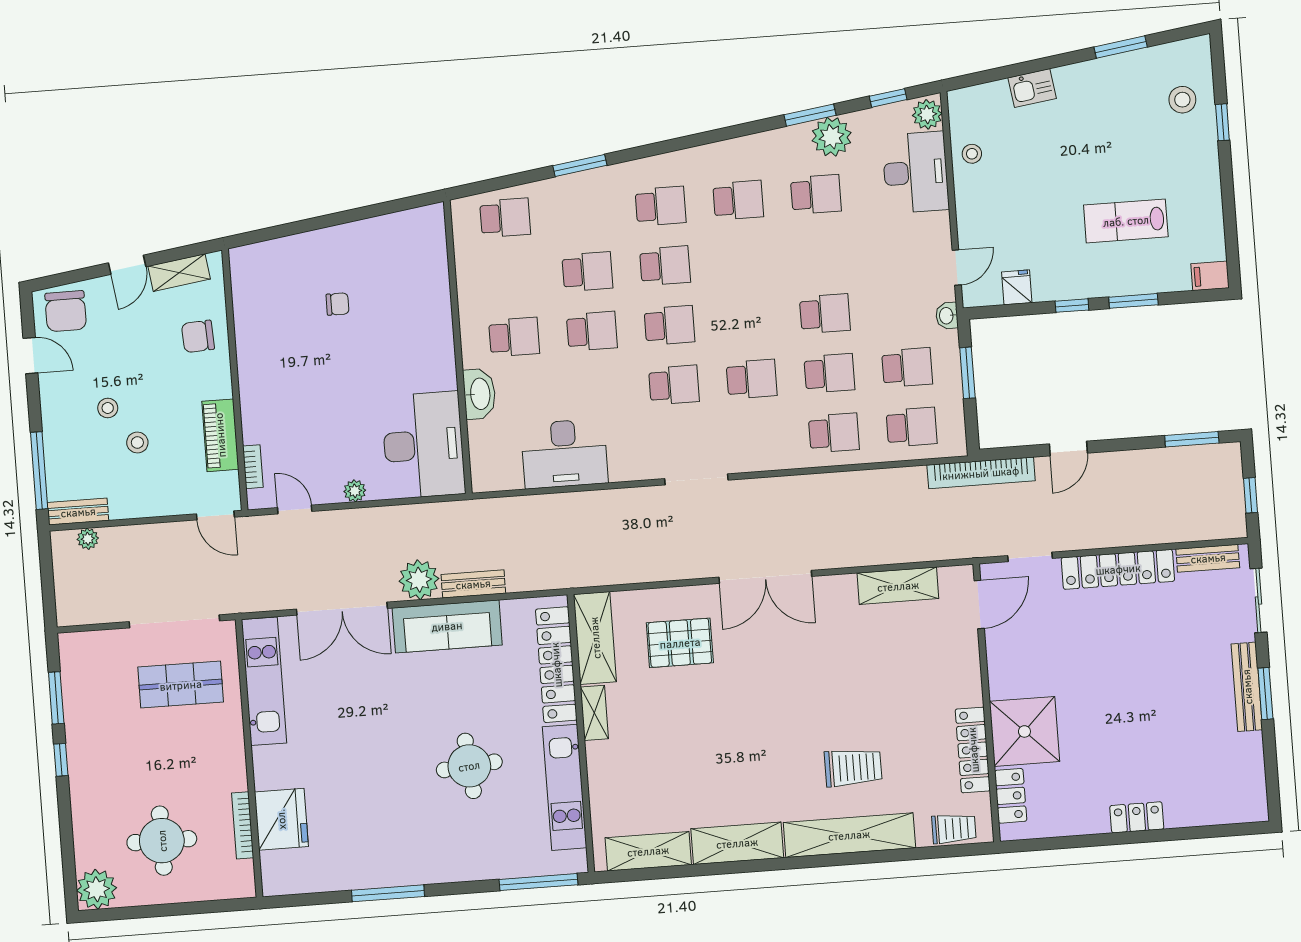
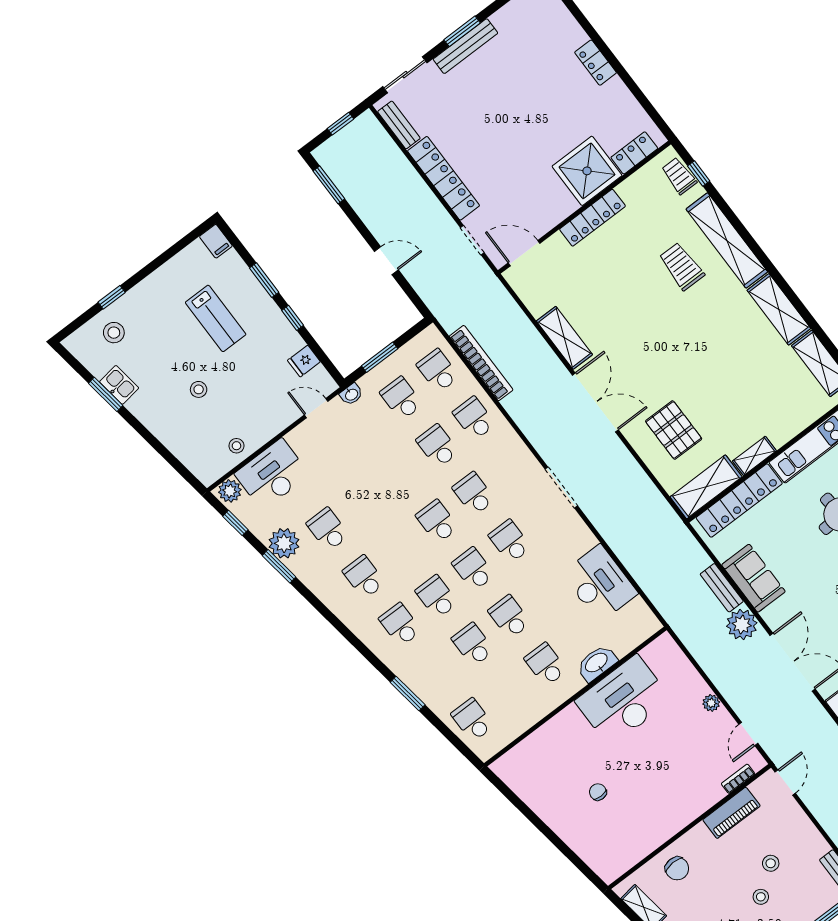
kitchen sink: (1032, 88) -> (119, 385), moved
stool: (1060, 152) -> (199, 389), added
school desk: (825, 314) -> (437, 521), moved
desk: (423, 445) -> (623, 700), moved
bookcase: (981, 473) -> (481, 363), moved
shelving: (898, 586) -> (564, 338), moved
sofa: (447, 626) -> (753, 578), width x0.73
locker: (973, 750) -> (592, 218), moved
window: (943, 852) -> (699, 174), added

